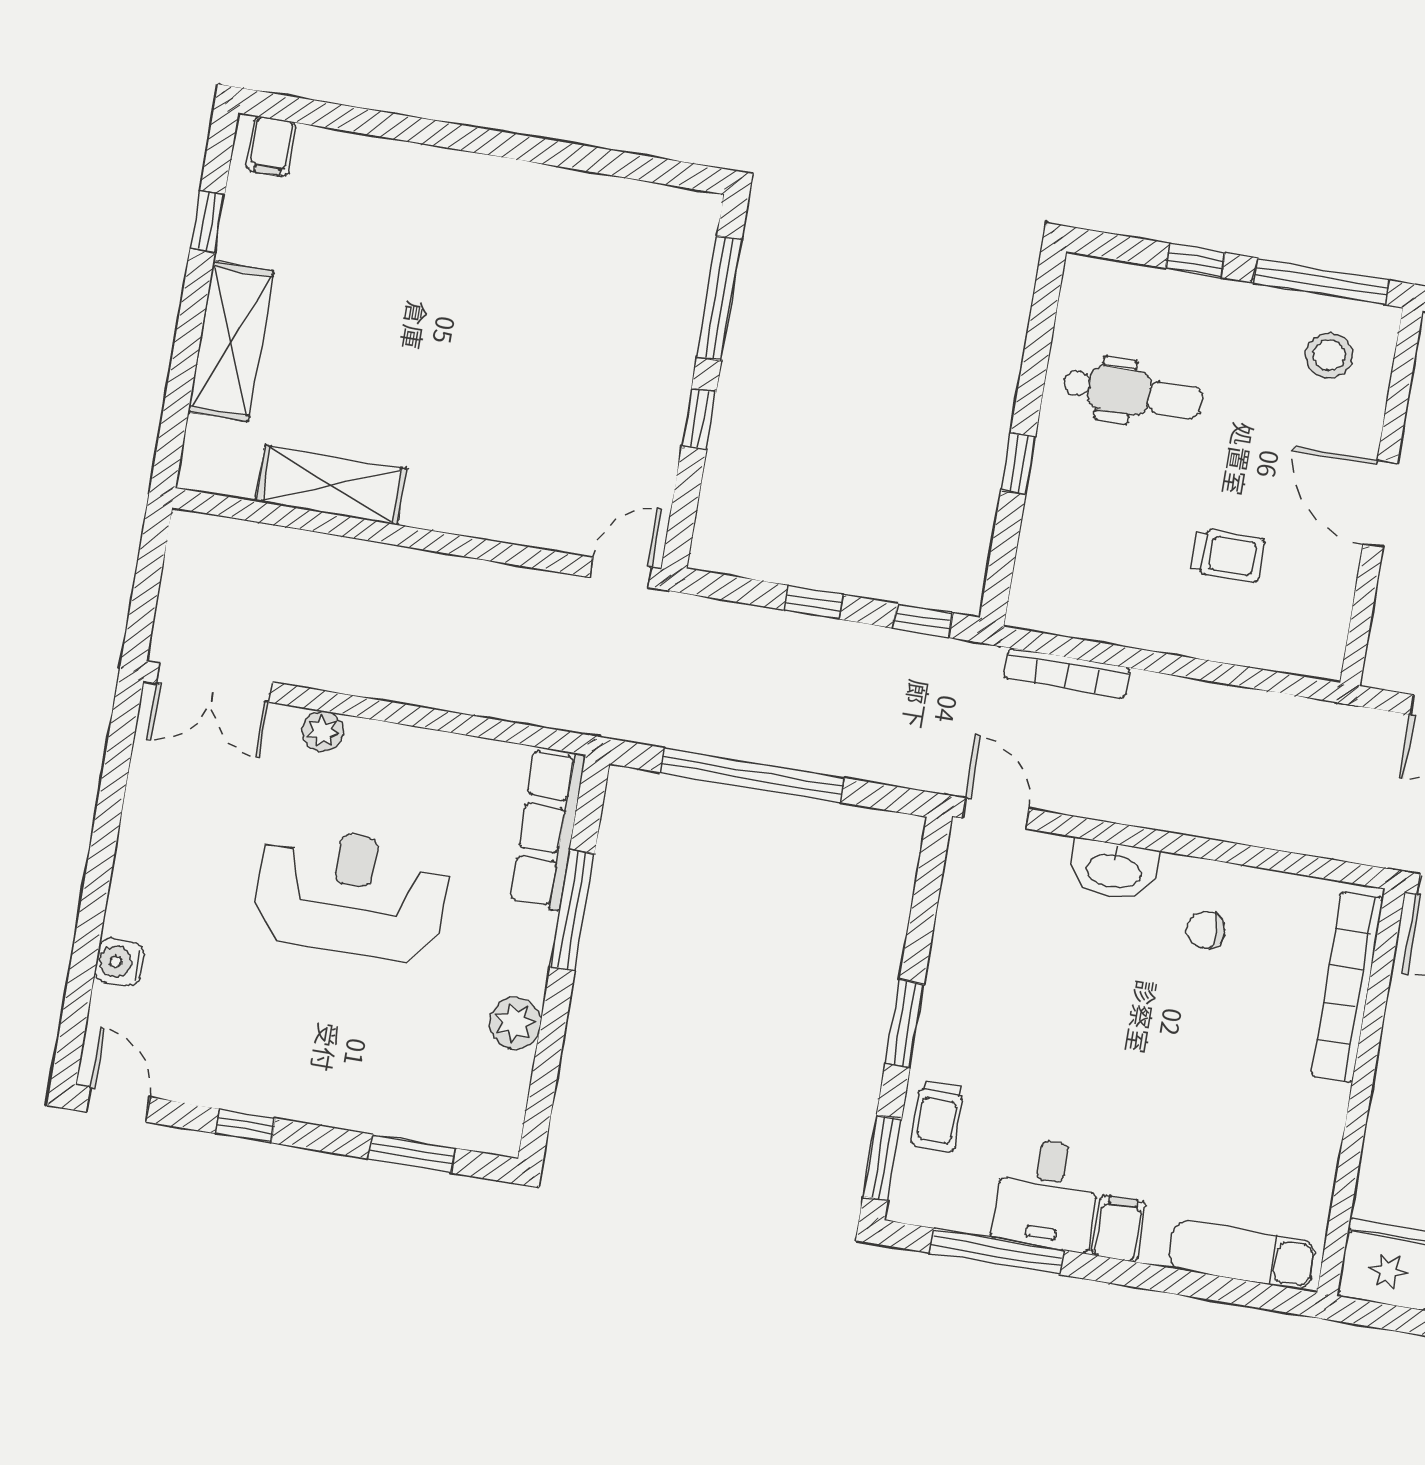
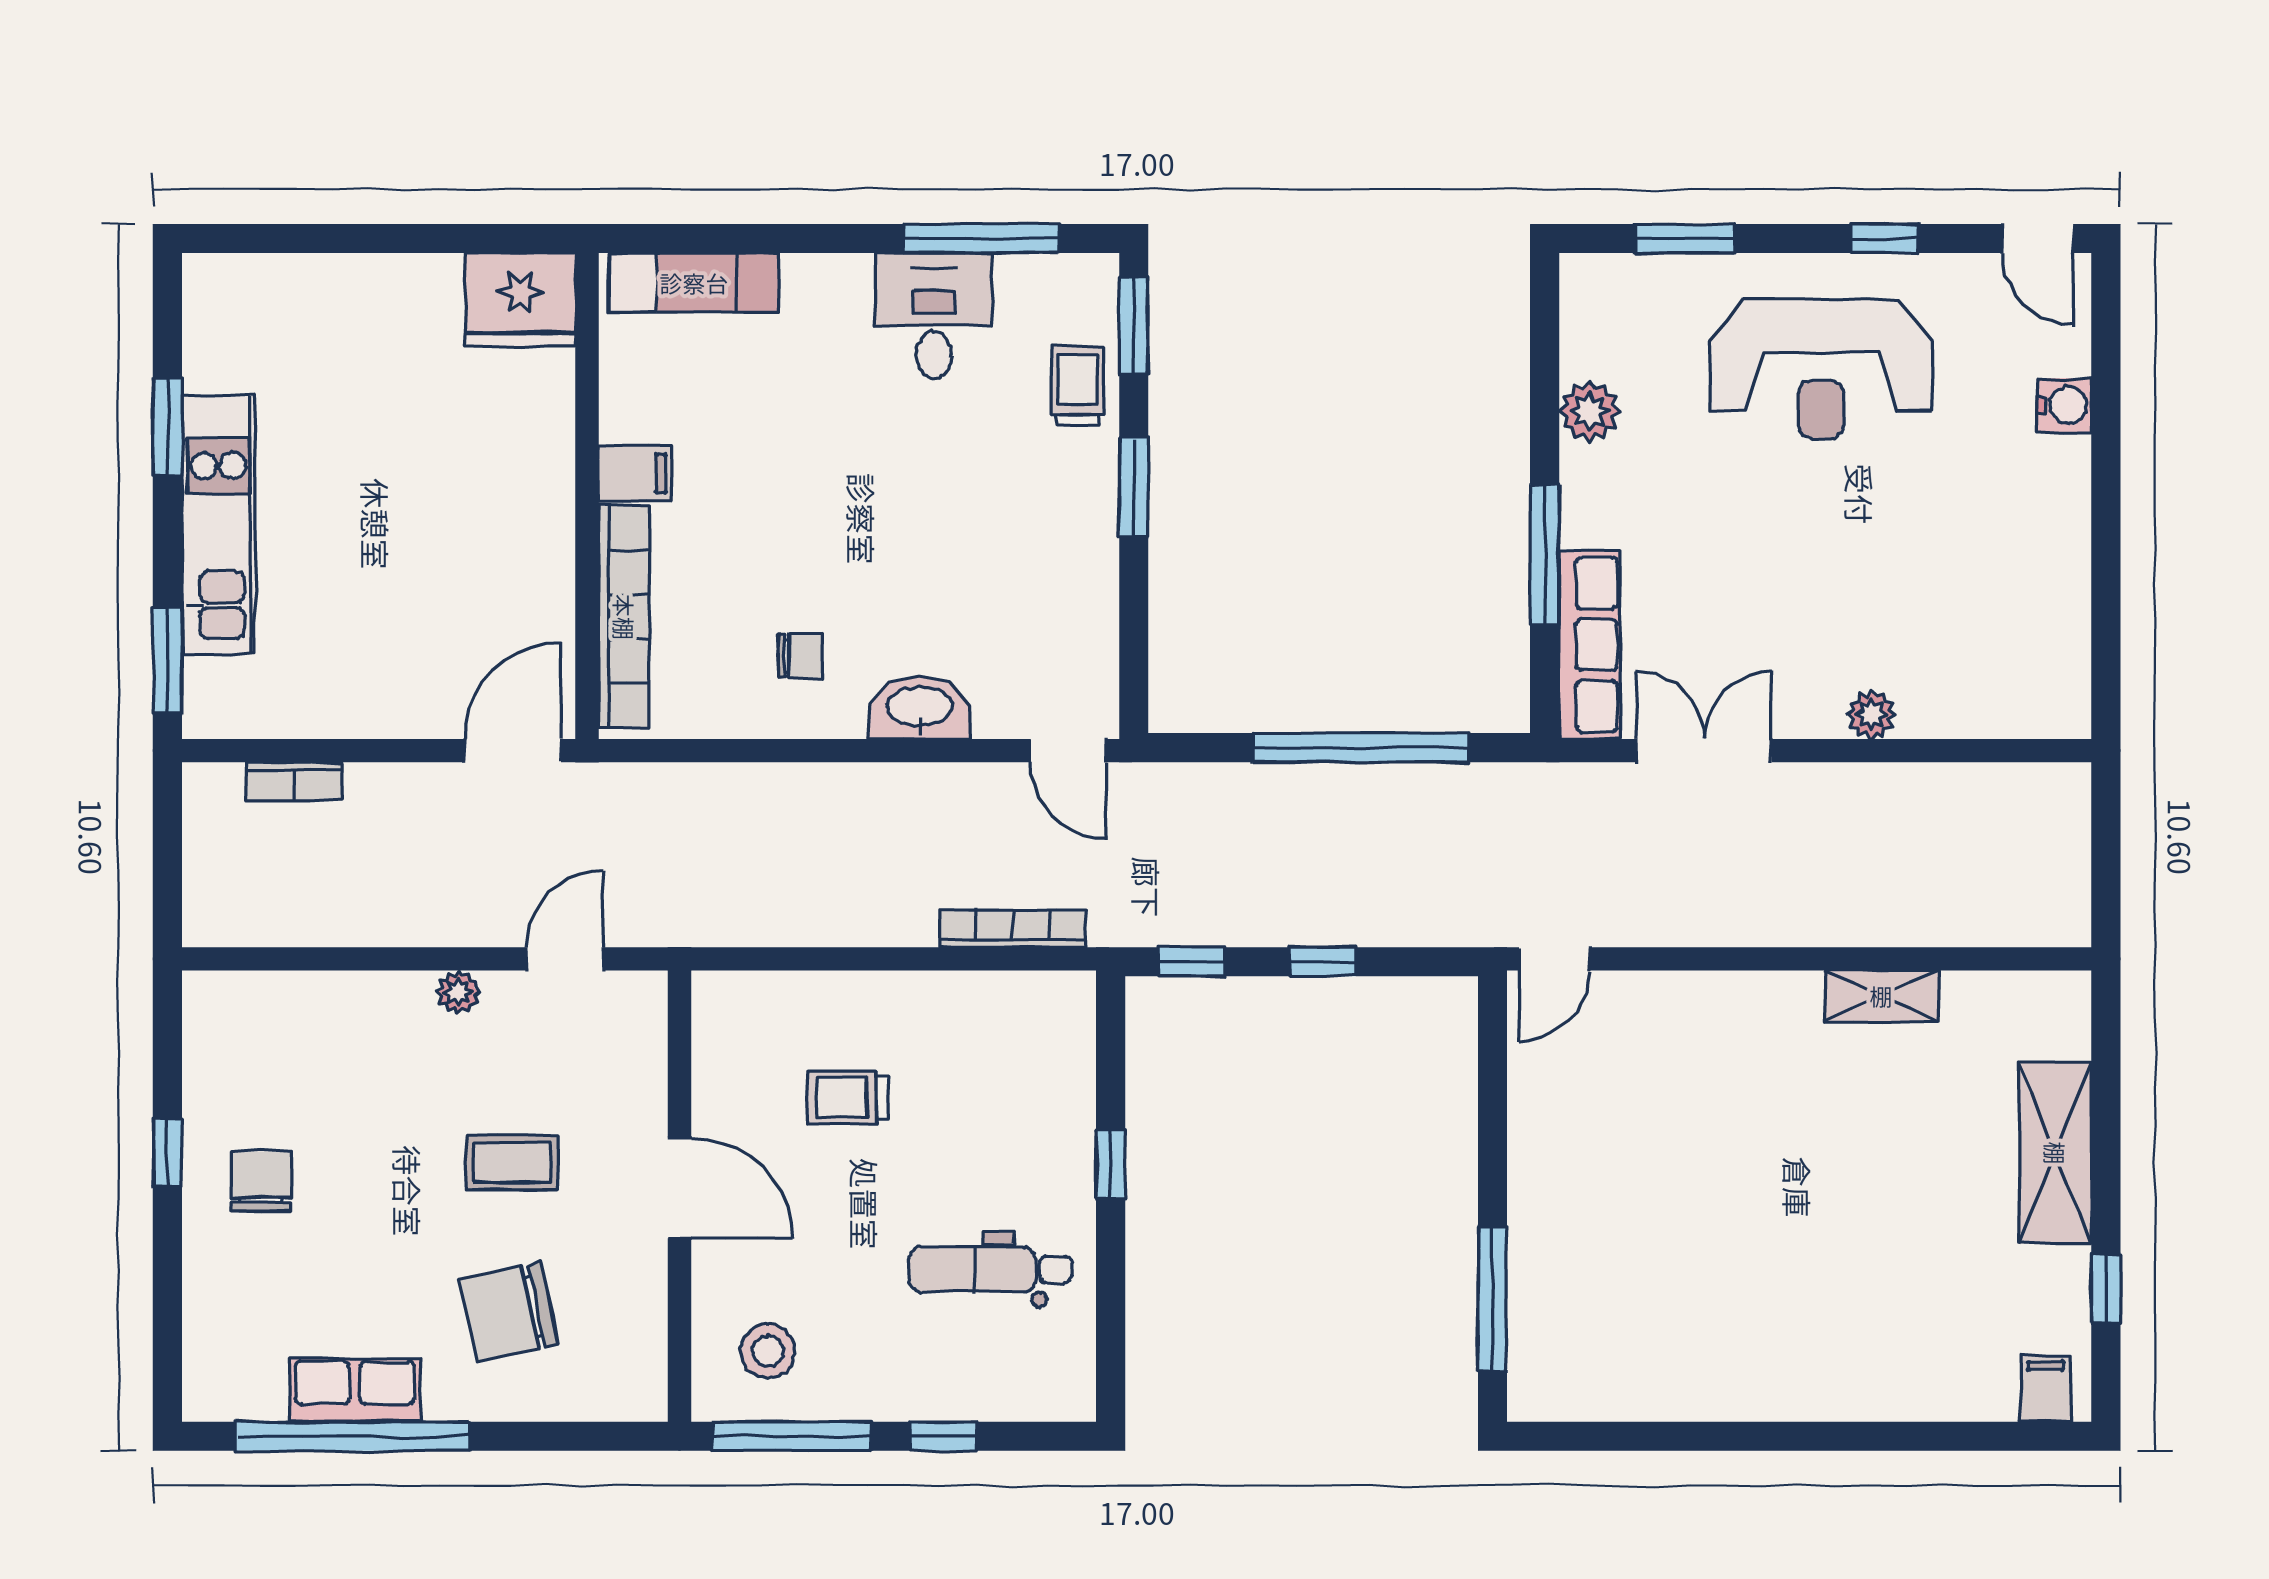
window: (699, 419) -> (1492, 1154), removed
shelving: (331, 485) -> (1881, 996), width x0.67, depth x0.75
double door: (214, 683) -> (1704, 751), moved
reception desk: (351, 894) -> (1821, 369), moved
filing cabinet: (1119, 1228) -> (635, 473), moved, turned -90

